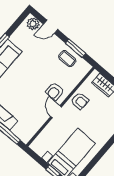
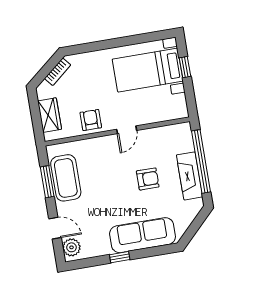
coffee table: (67, 59) -> (66, 178), width x1.86, depth x1.72
armchair: (55, 91) -> (148, 179), moved

